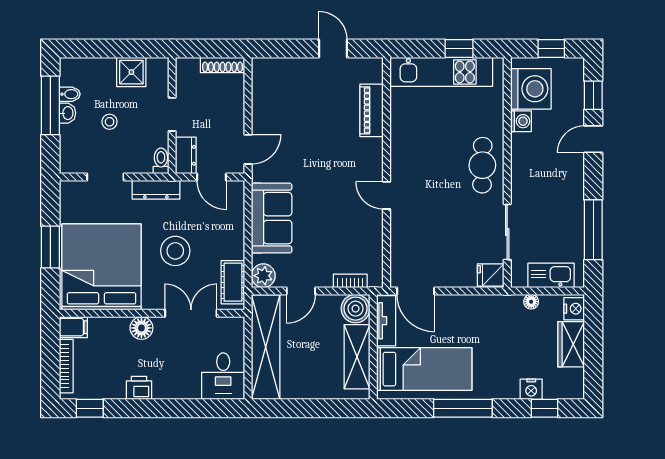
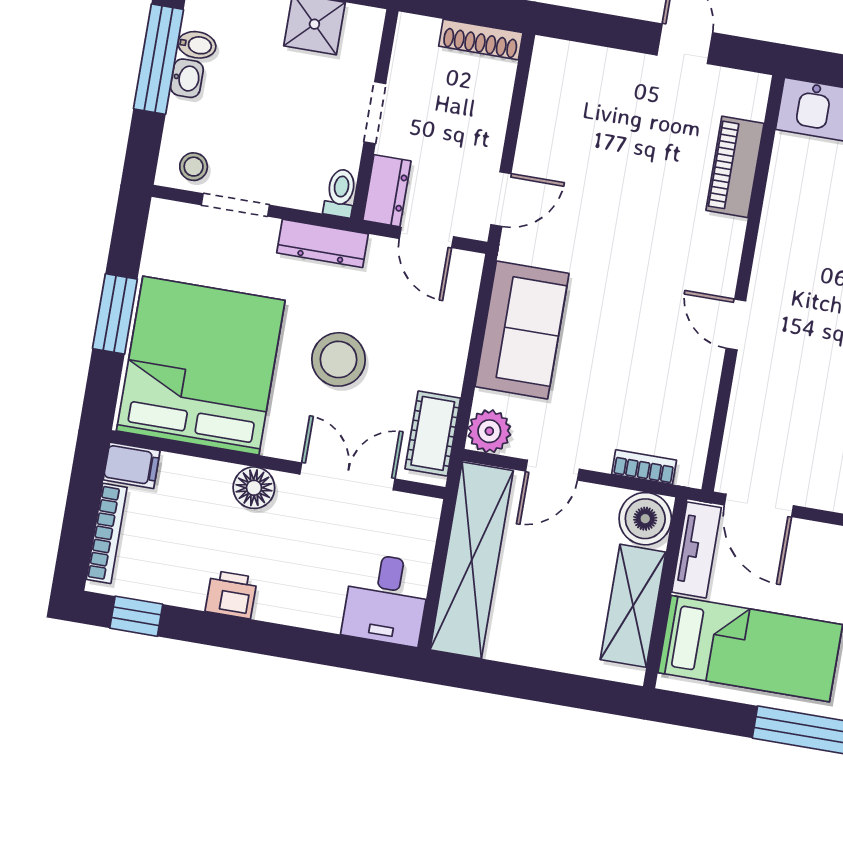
stool: (110, 122) -> (194, 167), moved

